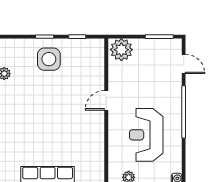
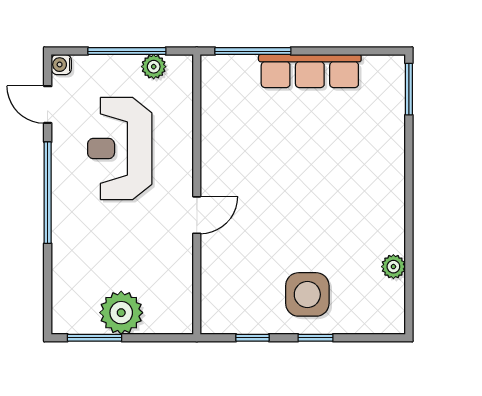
plant: (121, 50) -> (121, 313), moved
door: (184, 64) -> (48, 105), moved
reception desk: (146, 135) -> (120, 149), turned 180

